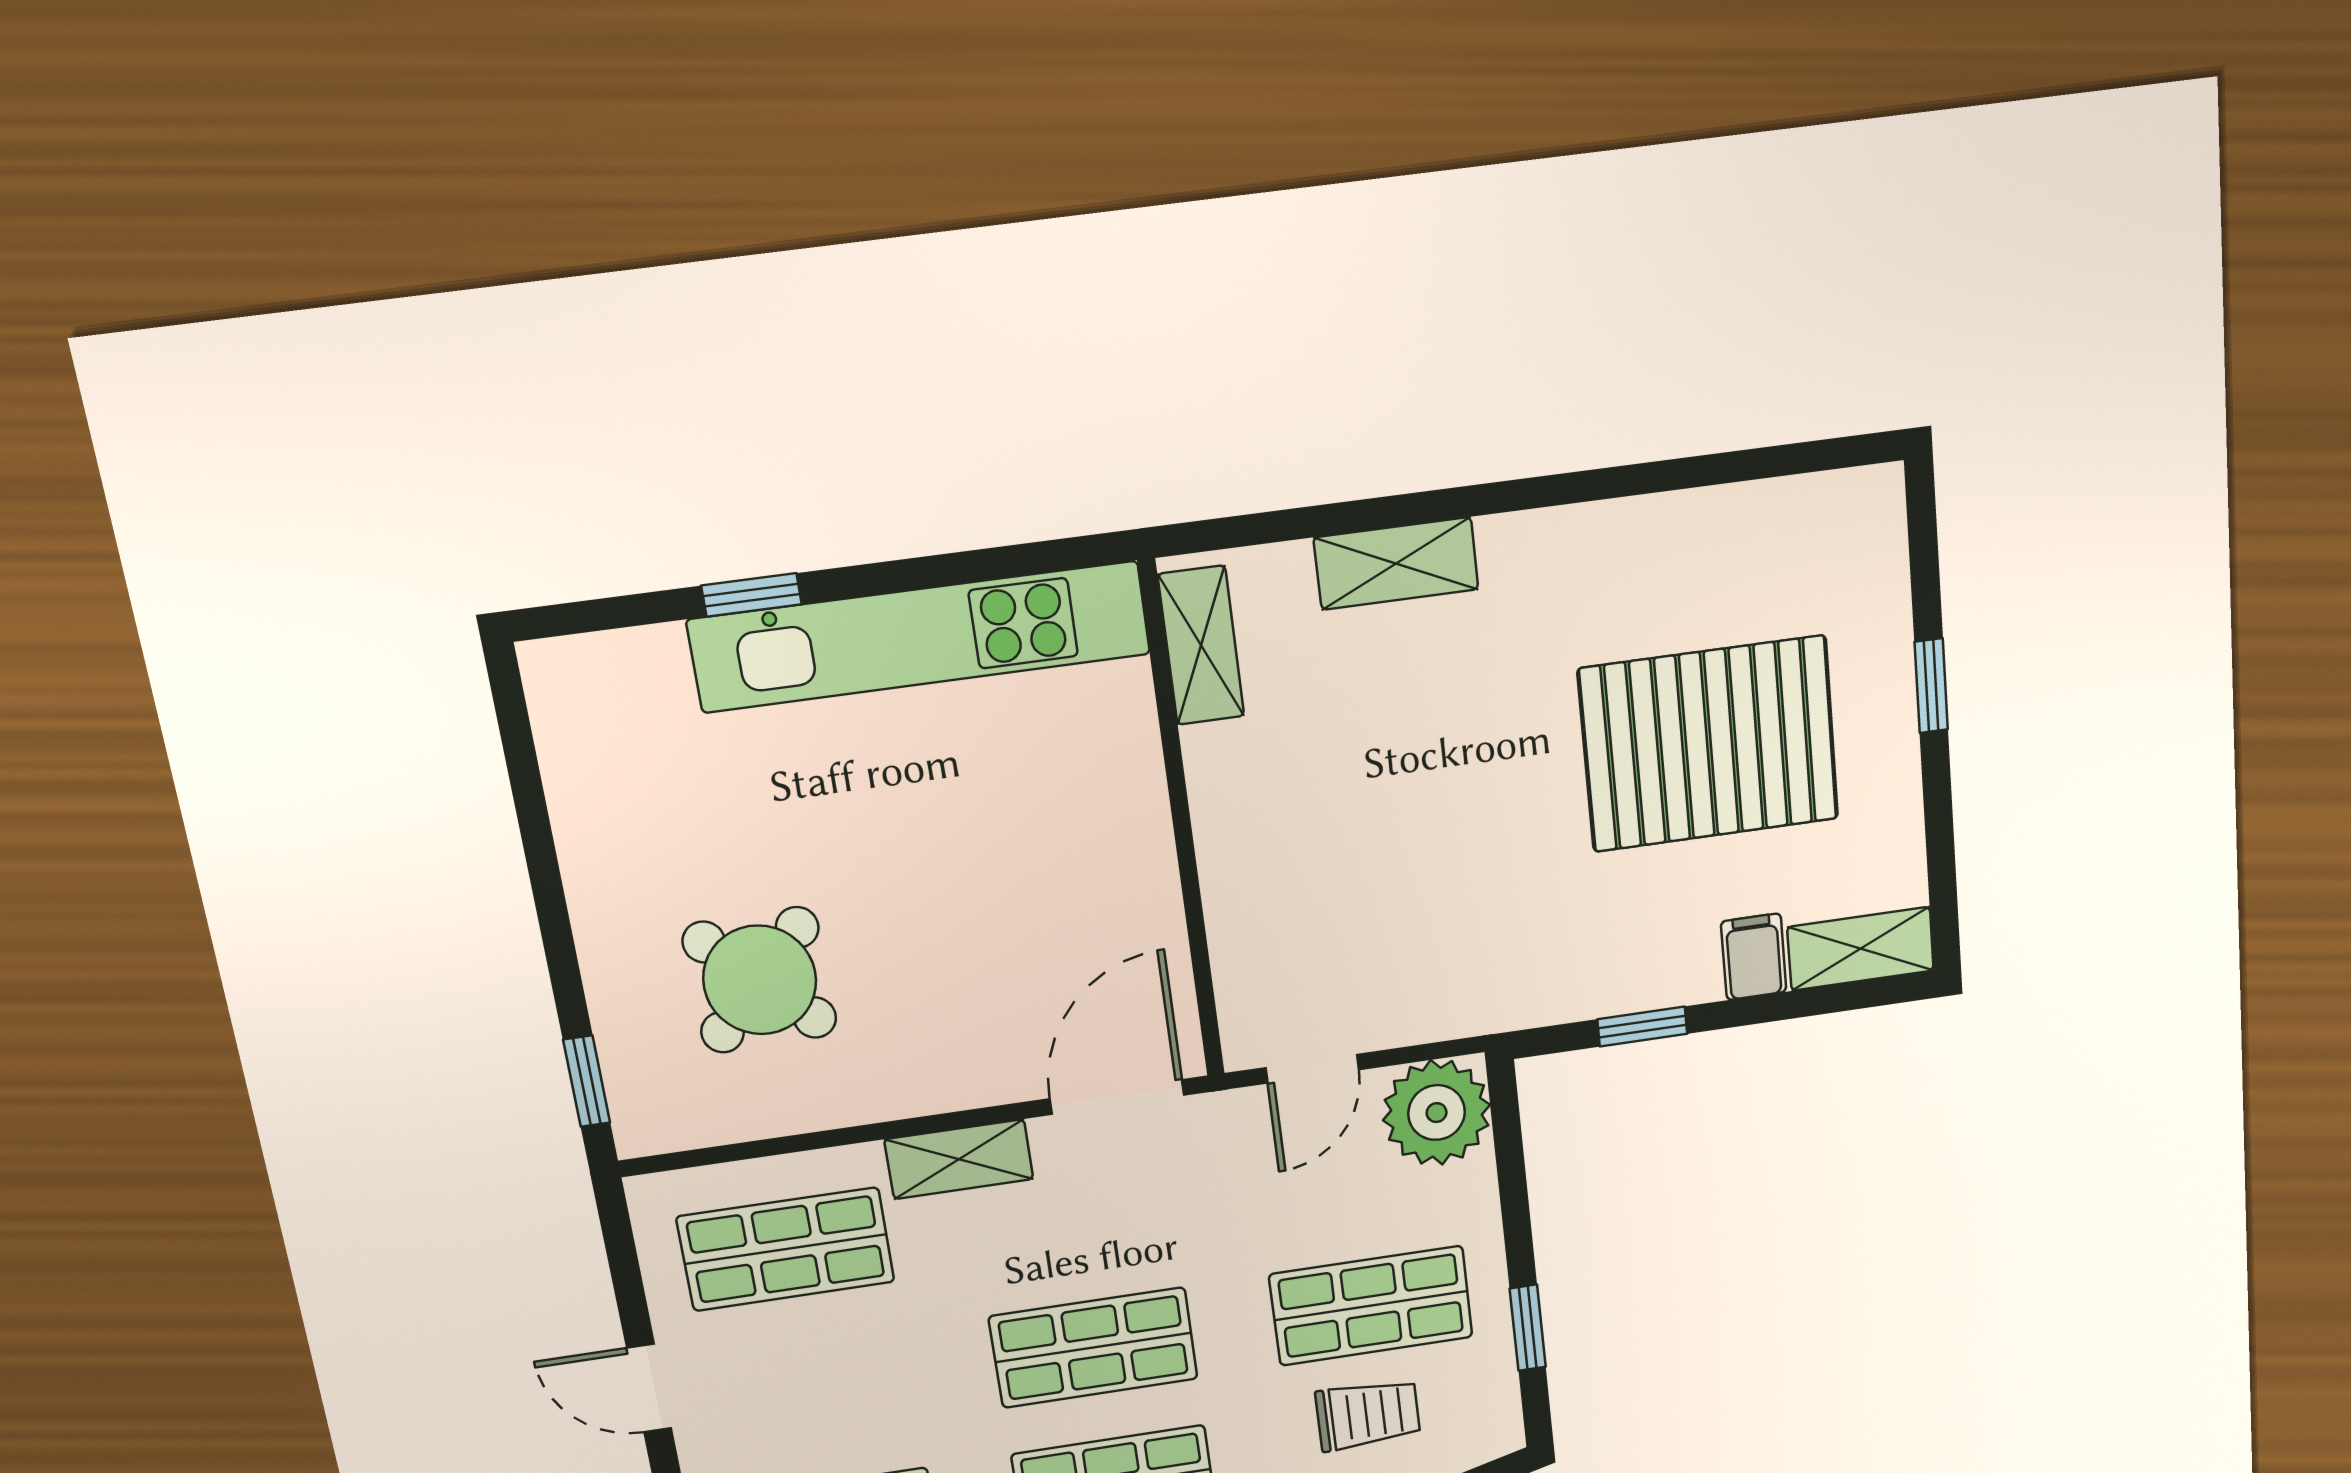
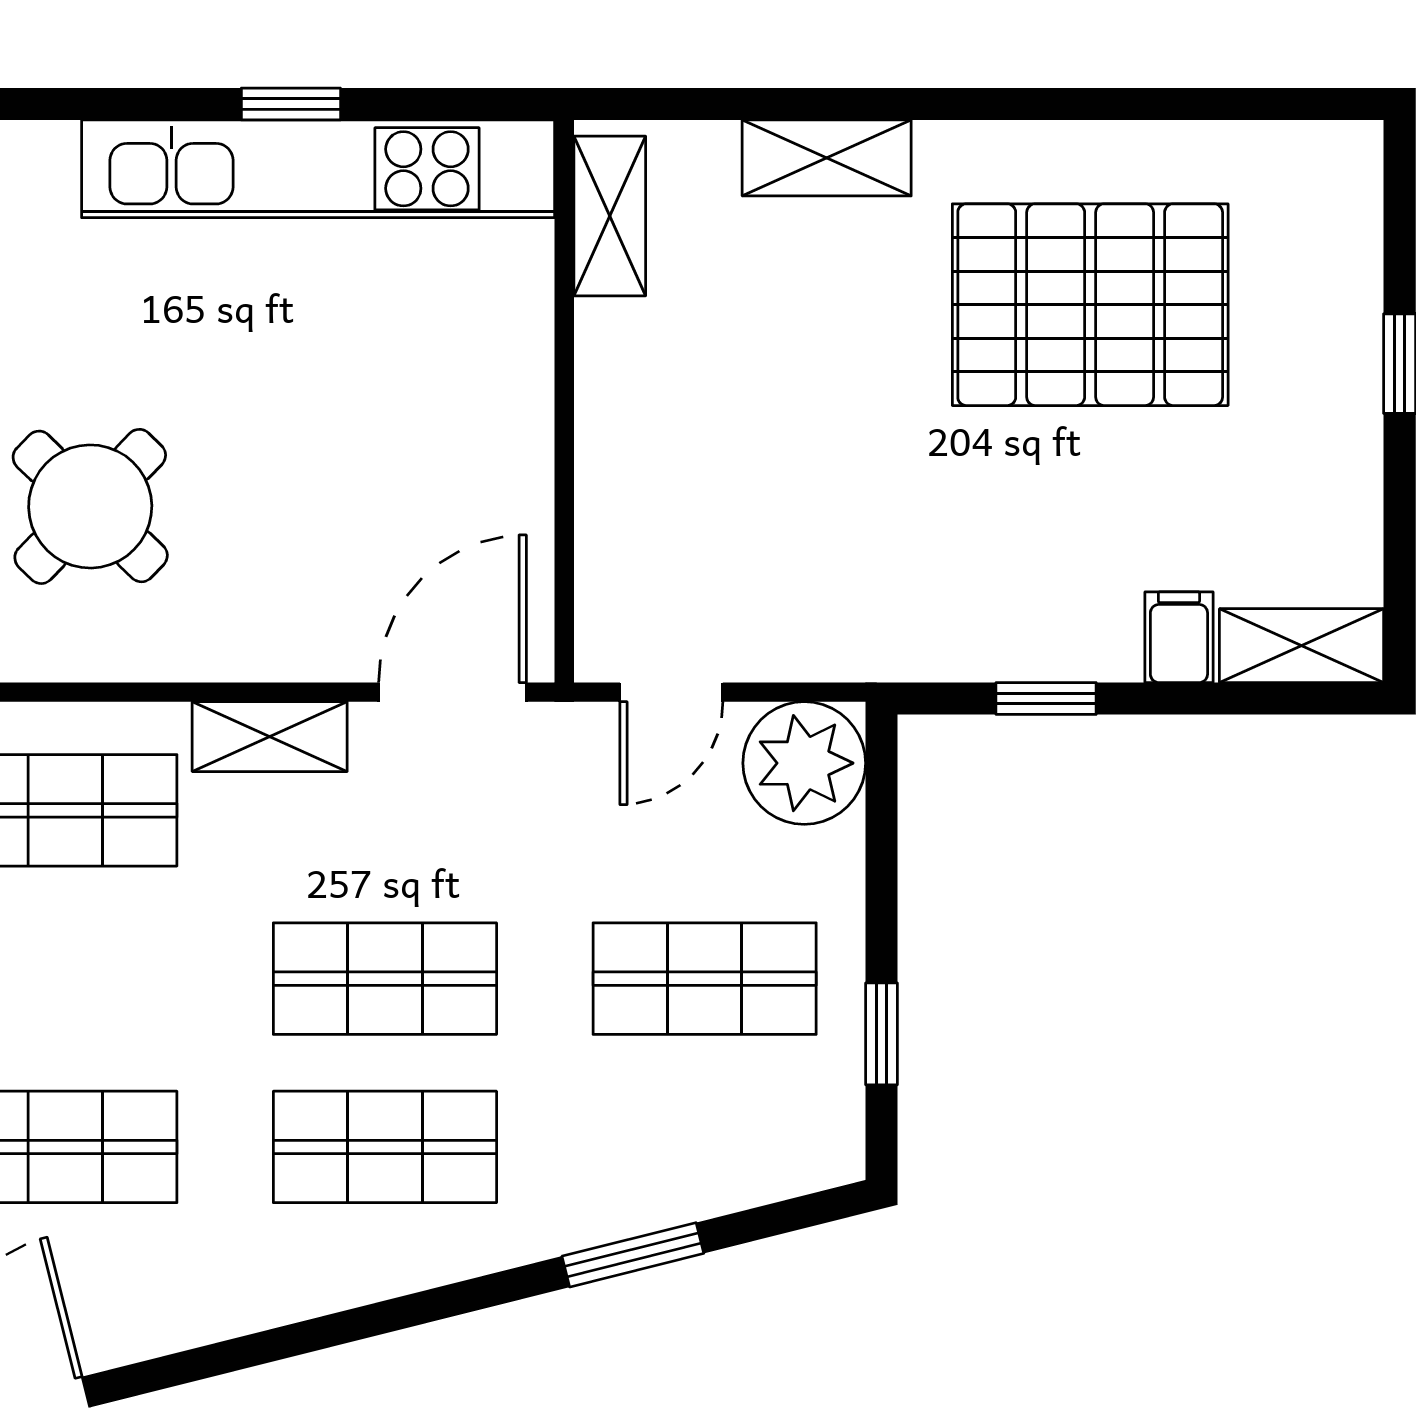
window: (751, 595) -> (291, 104), moved
pallet: (1709, 744) -> (1090, 305), moved
trolley: (1368, 1415) -> (686, 1110), removed

